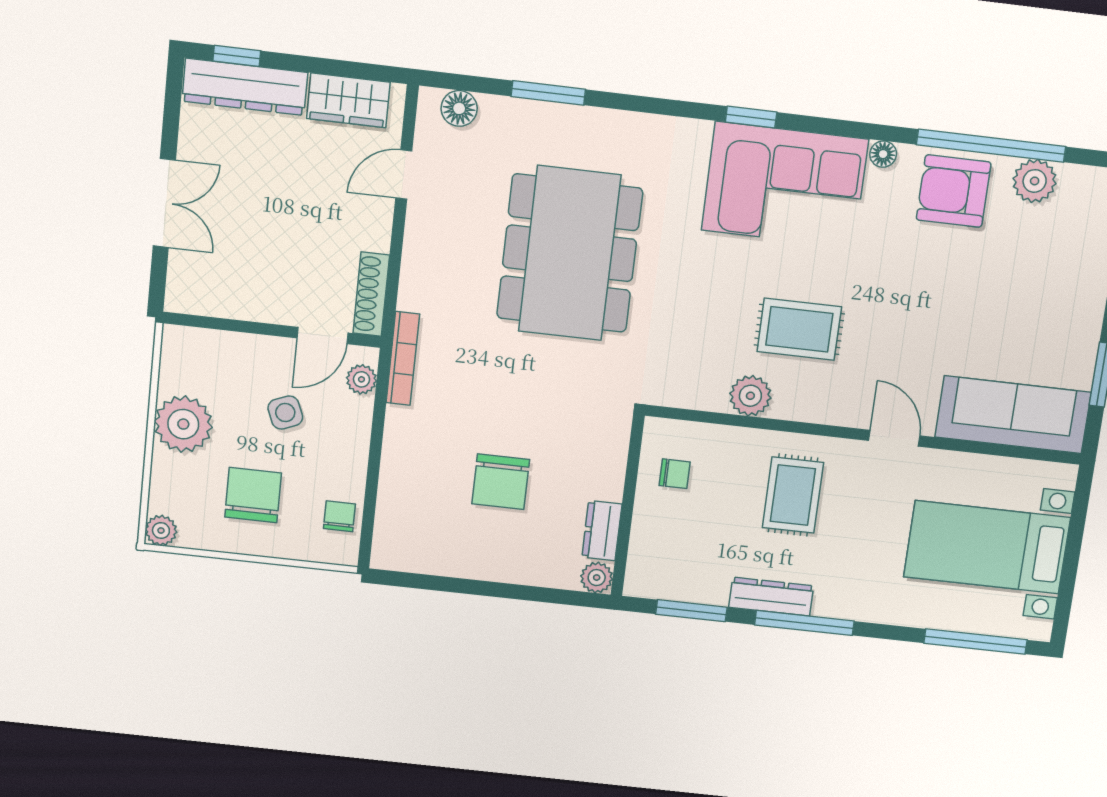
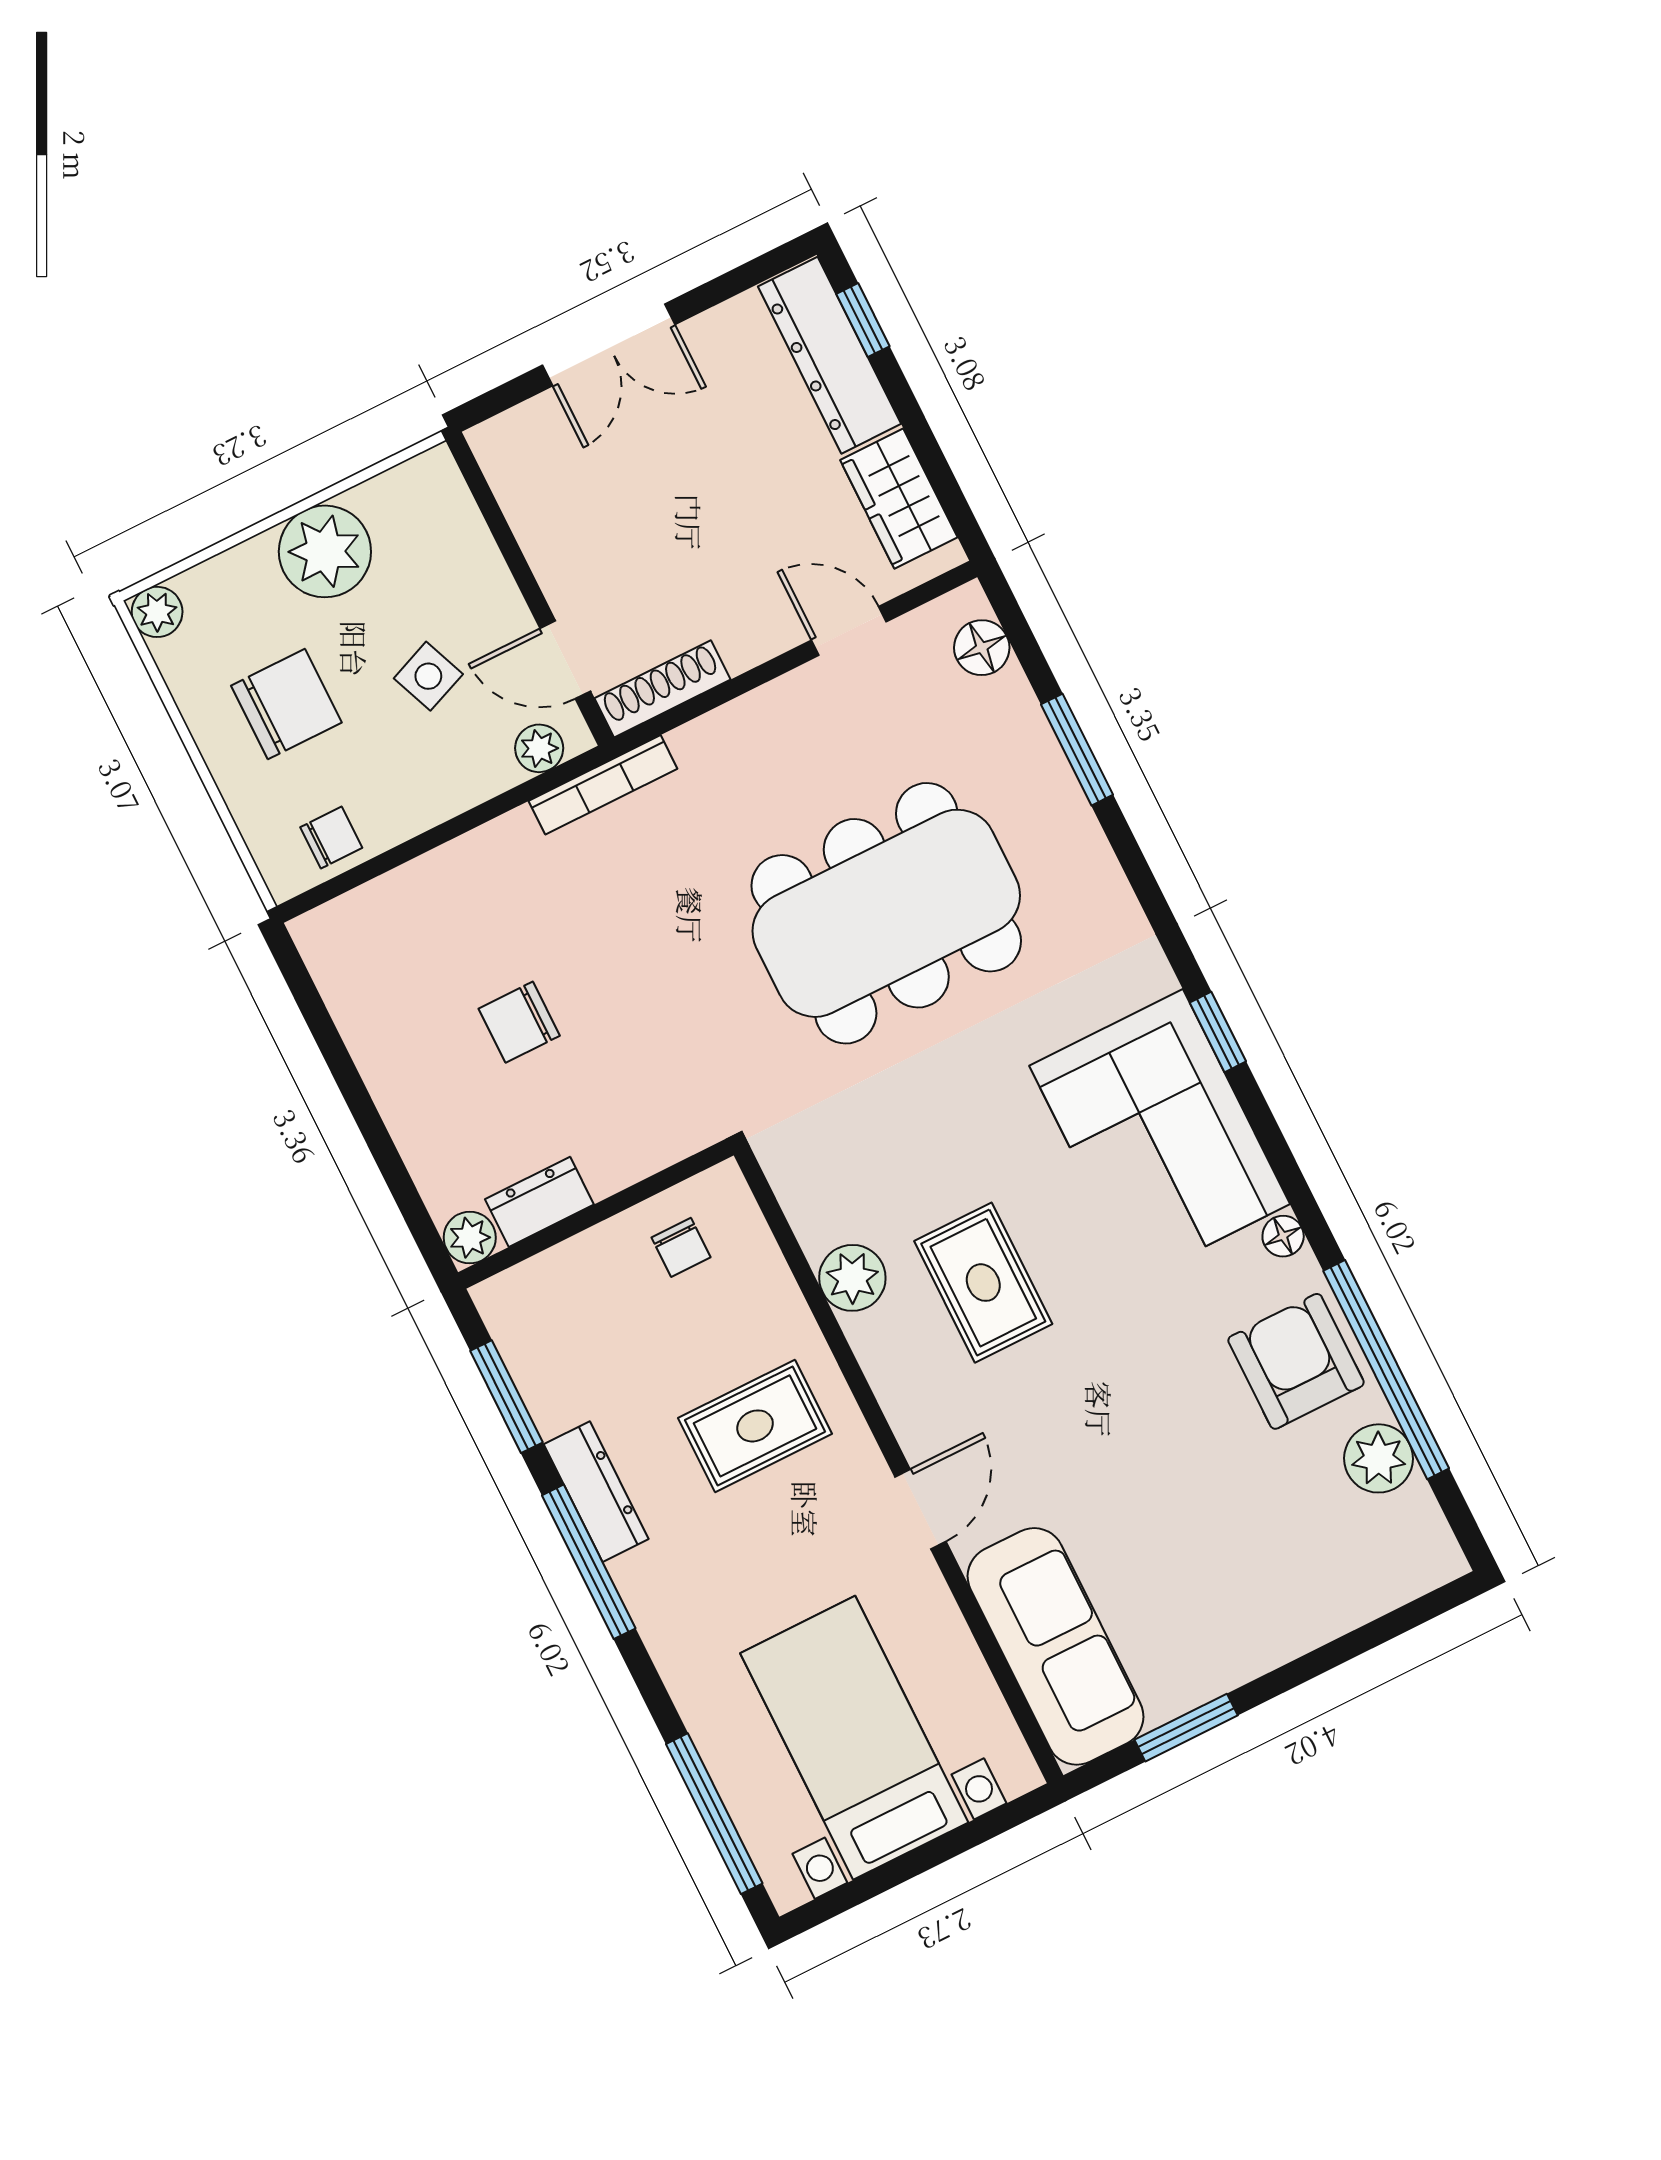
chair: (501, 482) -> (519, 1022), width x0.73, depth x0.73

